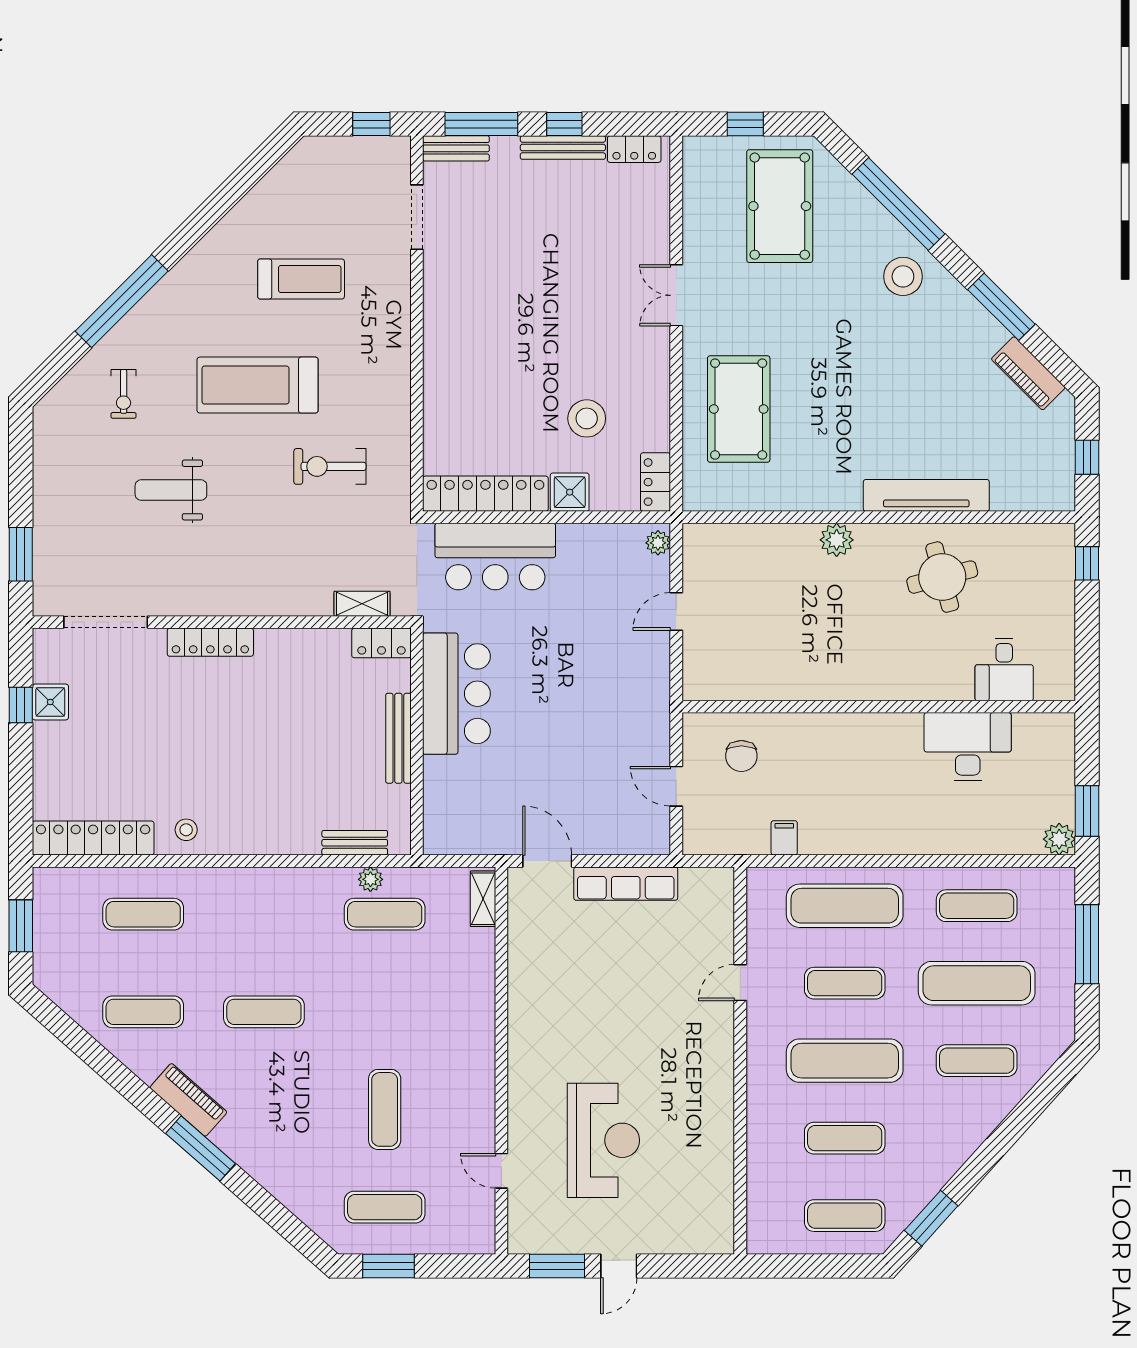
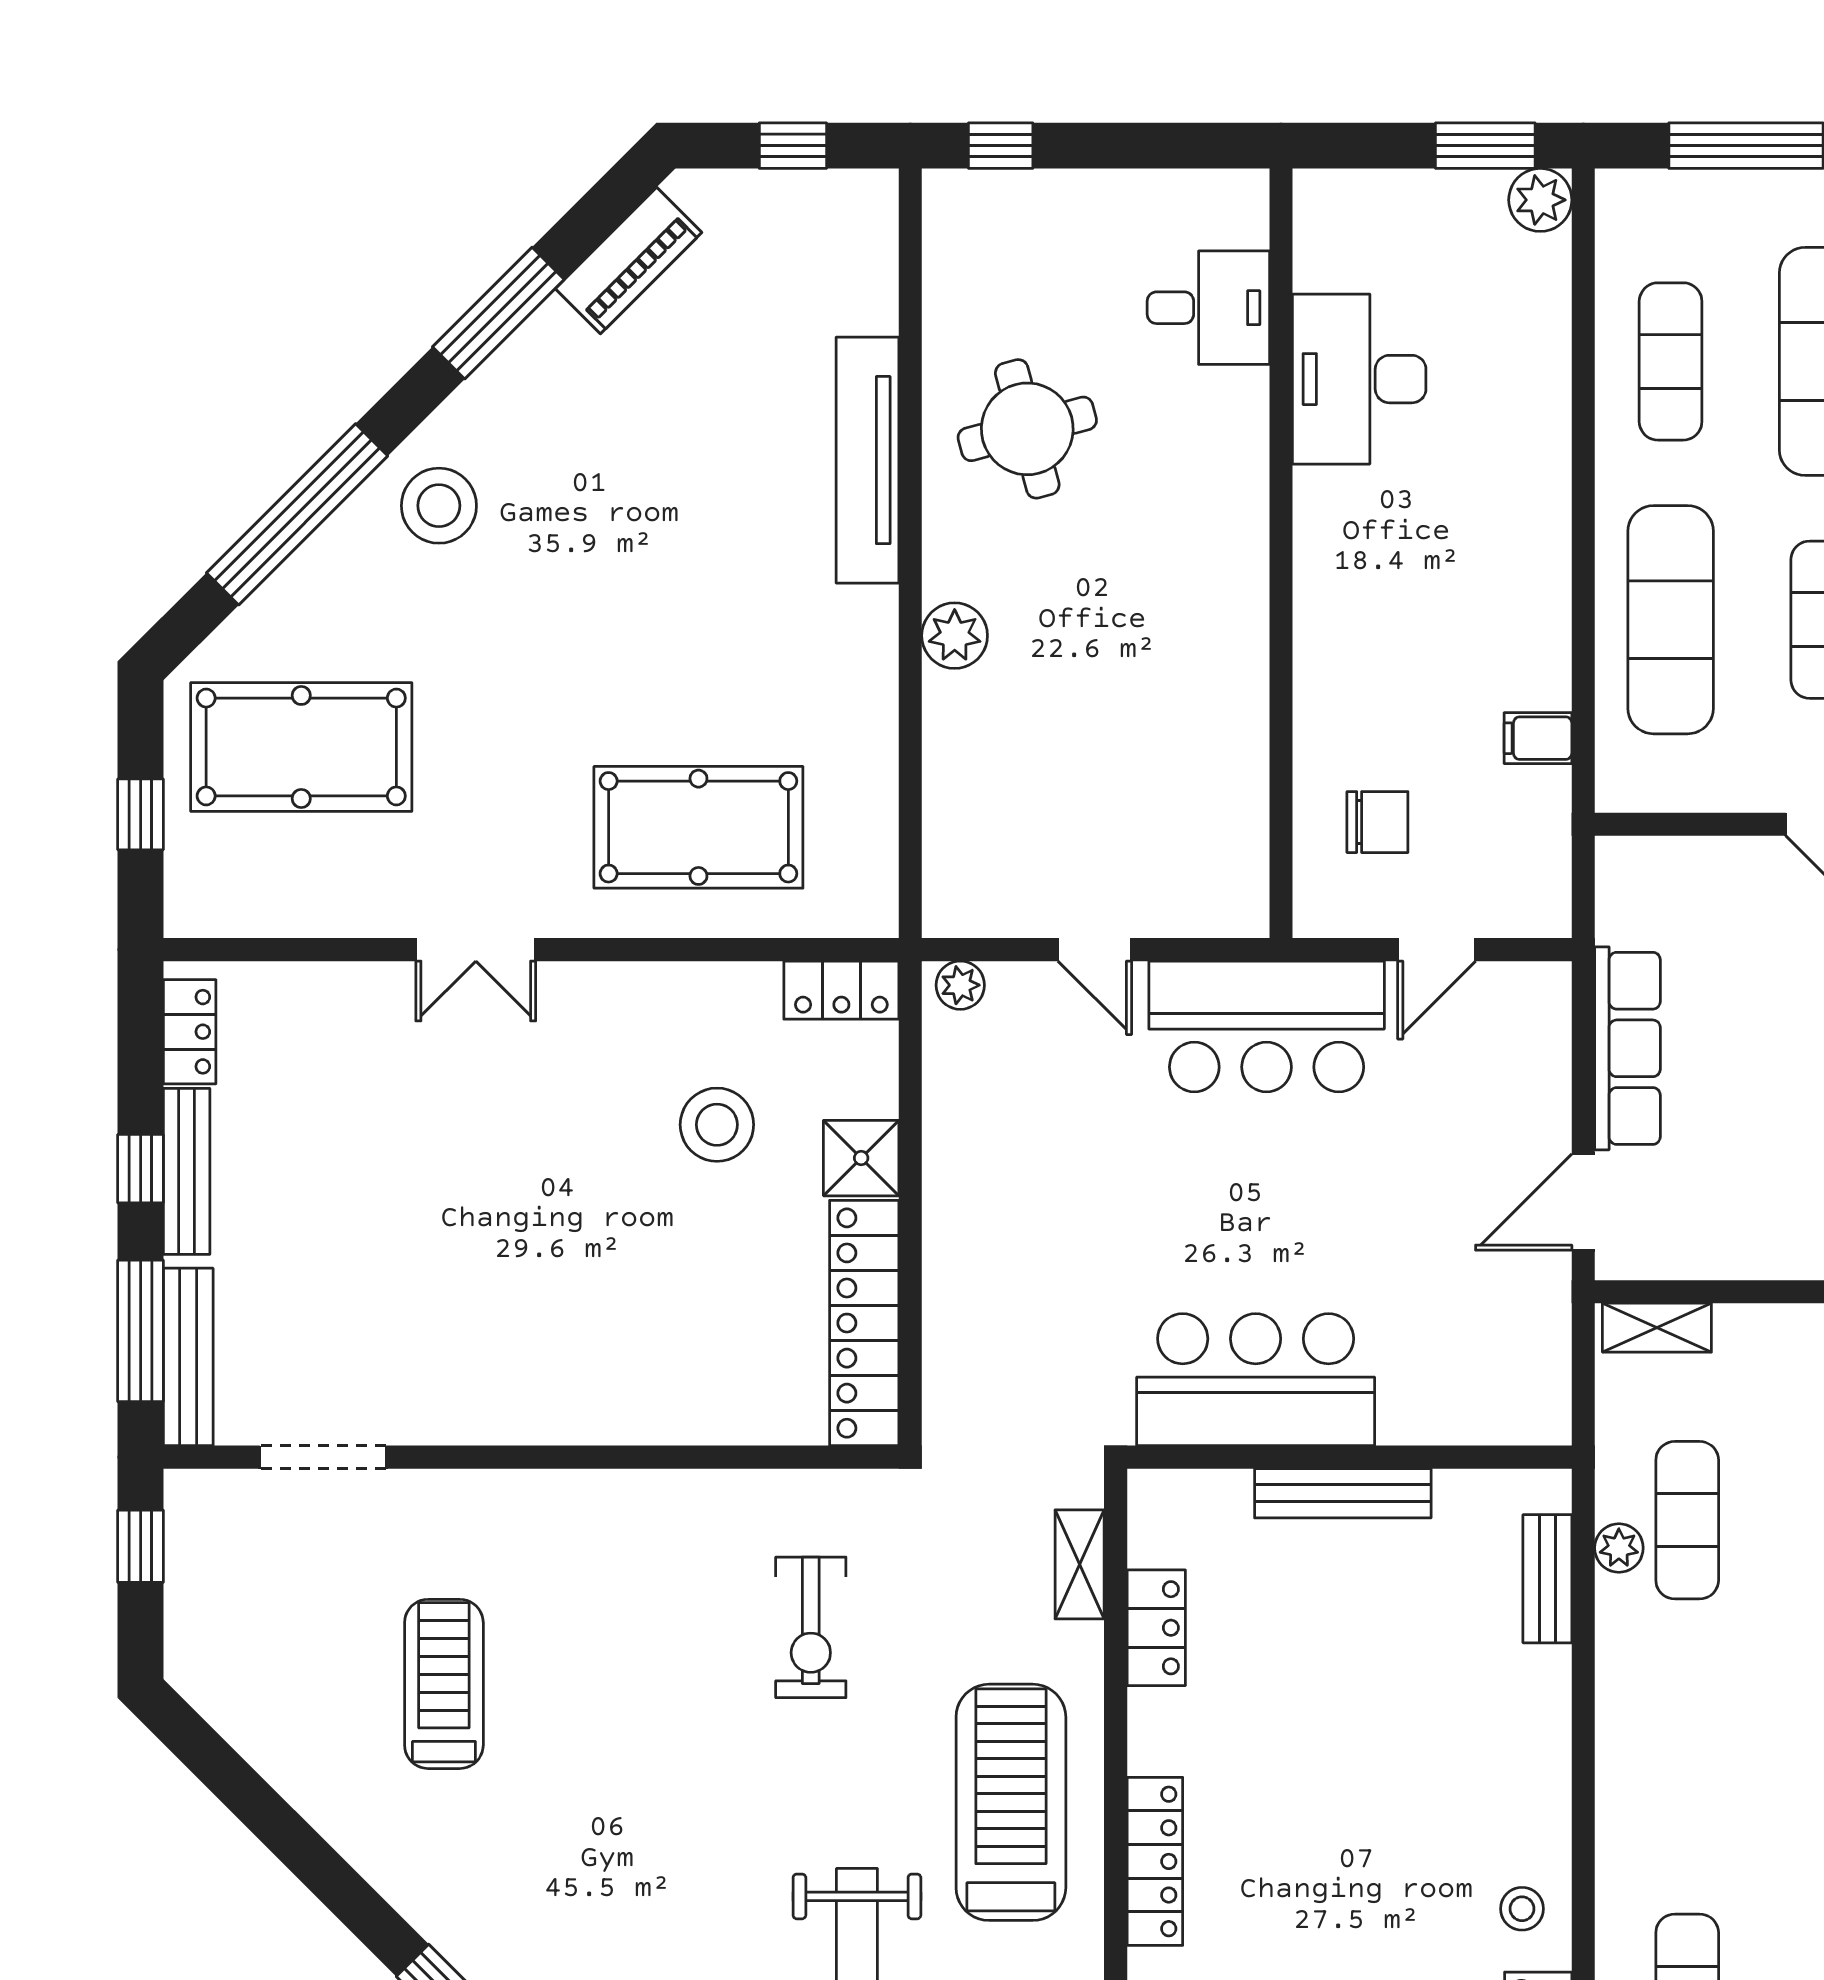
bench: (456, 148) -> (188, 1357), width x1.36
treadmill: (258, 385) -> (1011, 1802), moved, turned 180
bar counter: (495, 557) -> (1267, 1026), moved, turned 90
locker: (381, 643) -> (1156, 1628), moved

